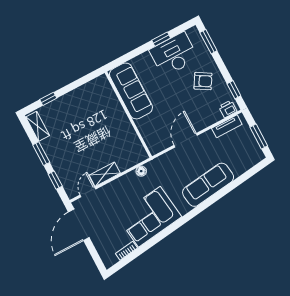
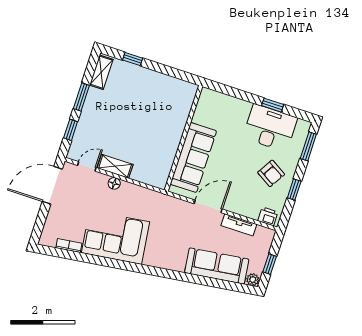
window: (234, 90) -> (294, 190), moved
sofa: (131, 91) -> (193, 158), moved
tv unit: (227, 126) -> (239, 225), moved
window: (259, 137) -> (270, 264), width x0.67
plant: (258, 156) -> (253, 280), added
floor lamp: (141, 171) -> (114, 183), moved
sofa: (208, 185) -> (217, 266), moved

